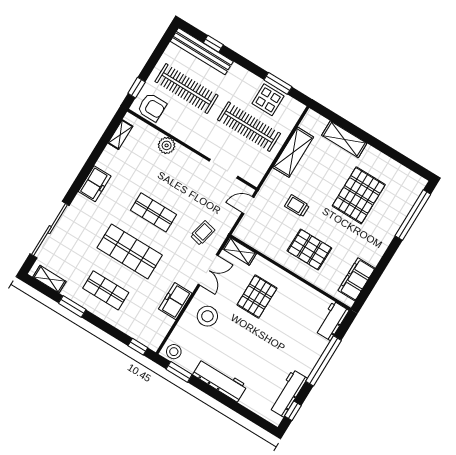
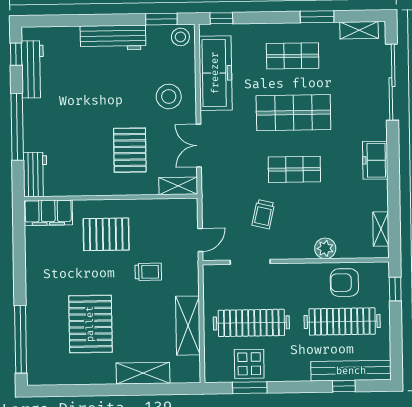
armchair: (152, 107) -> (344, 283), moved
trolley: (203, 233) -> (263, 214), moved
filing cabinet: (356, 279) -> (48, 213), moved, turned 90
freezer: (175, 301) -> (215, 73), width x1.91, depth x1.26

